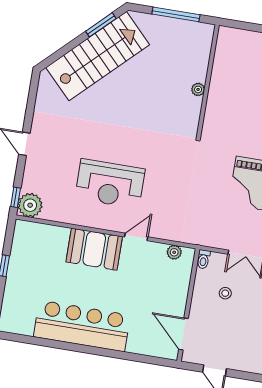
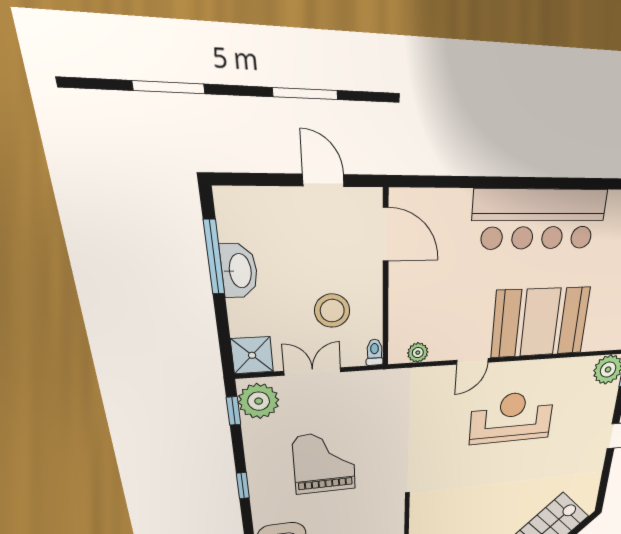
booth: (94, 249) -> (540, 322), width x1.36, depth x1.42
stool: (225, 293) -> (332, 311), width x1.89, depth x1.89

